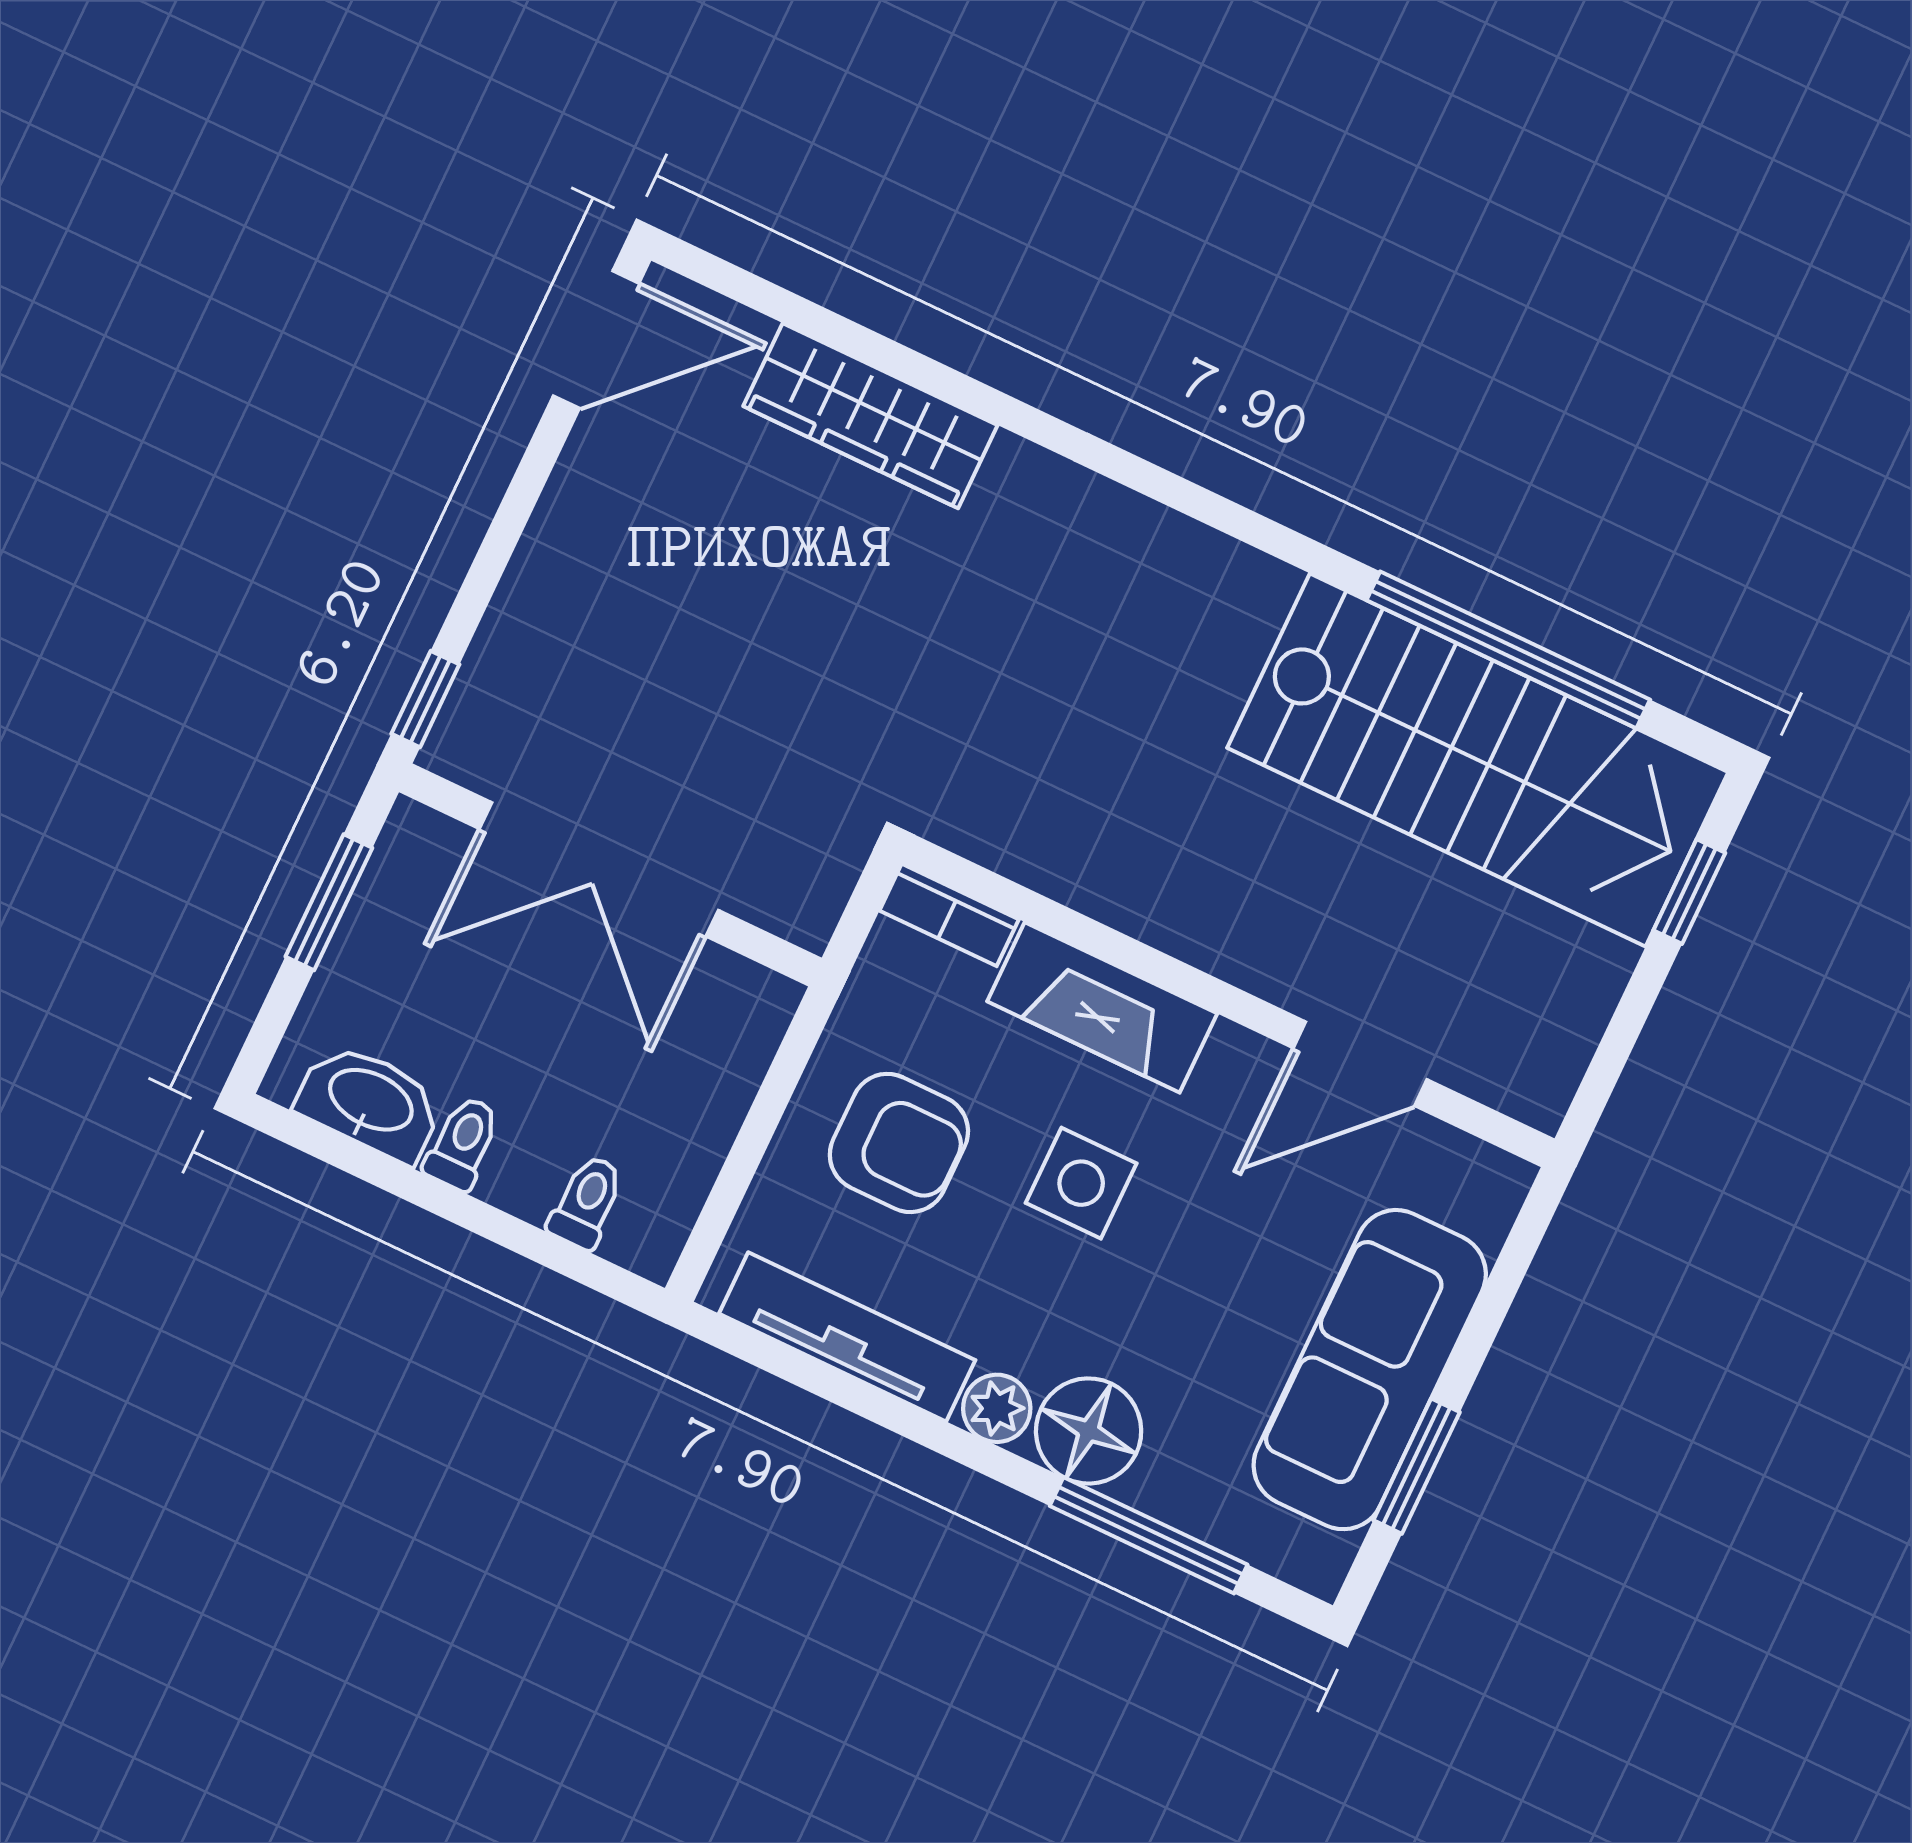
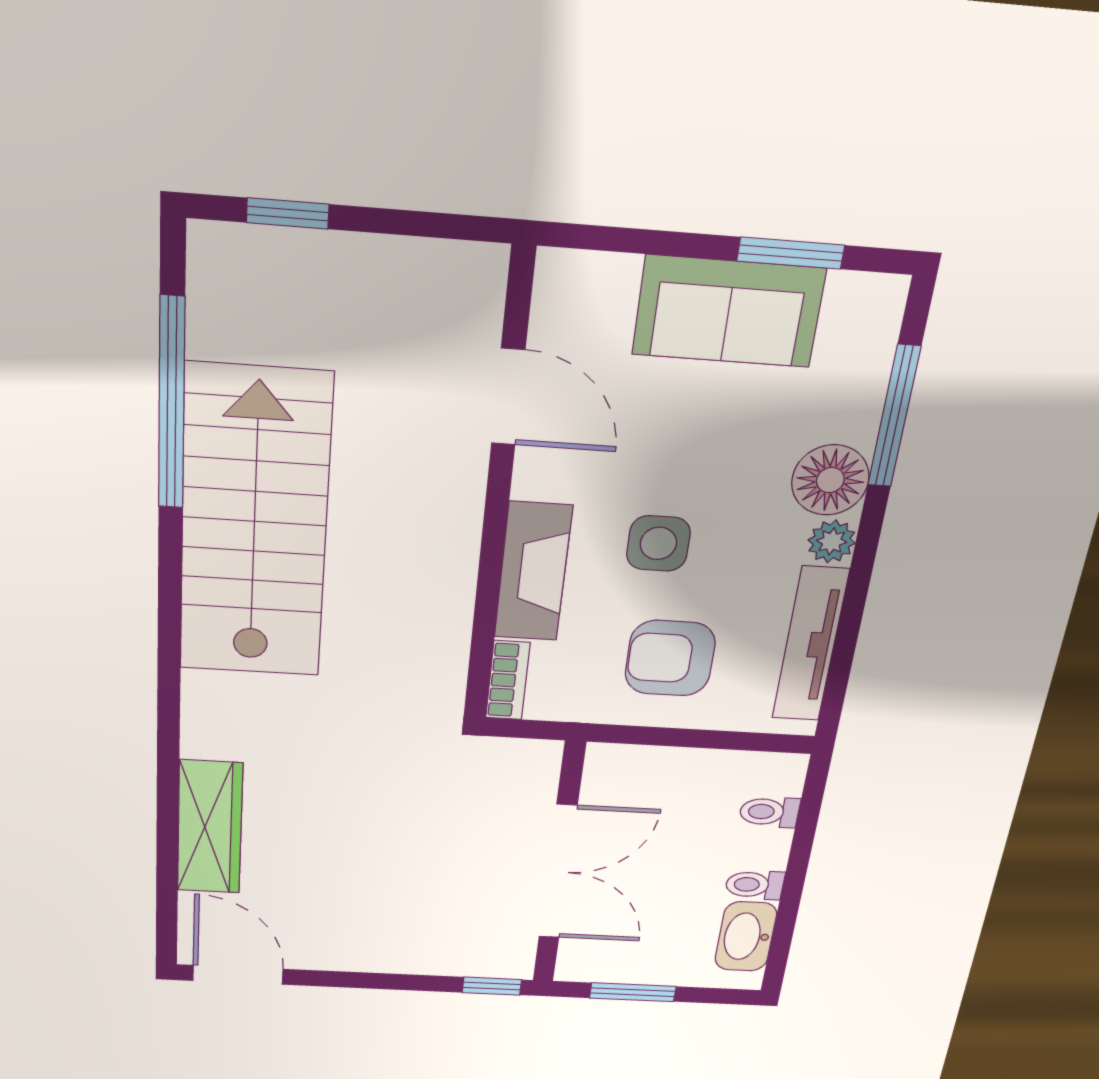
stairs: (1478, 760) -> (254, 525), moved
armchair: (899, 1143) -> (670, 658), turned -90
sofa: (1370, 1370) -> (729, 312), width x0.73

